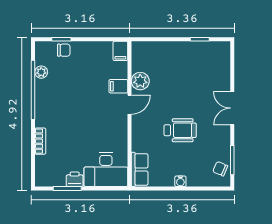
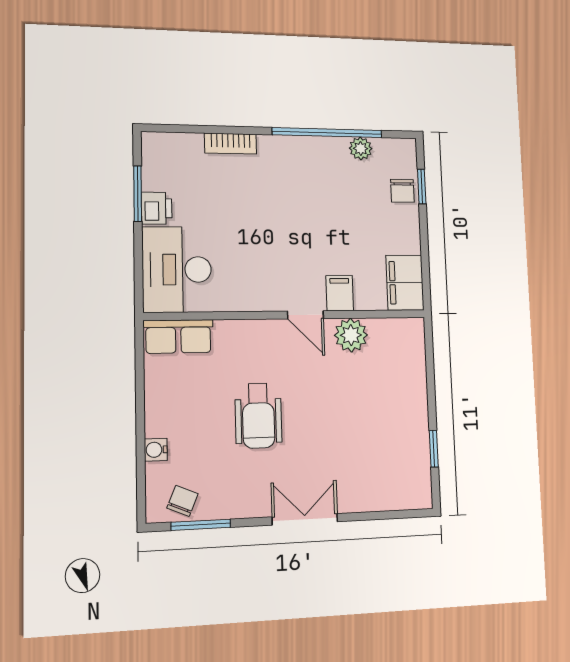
filing cabinet: (120, 51) -> (405, 283), width x2.00
water cooler: (180, 181) -> (156, 450), moved

